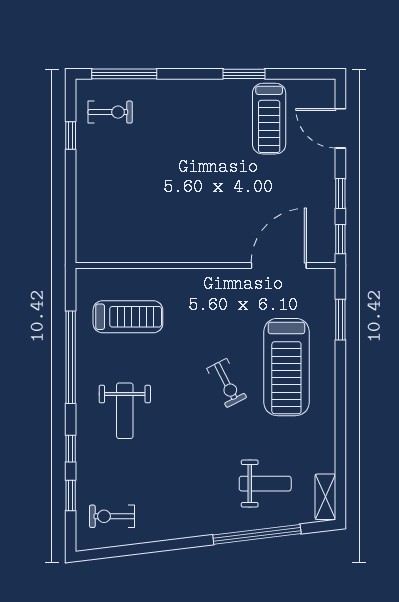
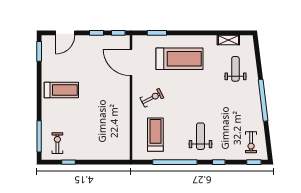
window: (244, 74) -> (39, 51), moved
treadmill: (269, 119) -> (61, 90), moved
exercise bike: (227, 383) -> (152, 98), moved
weight bench: (125, 411) -> (201, 136), turned -90
window: (71, 495) -> (254, 162), moved
shelving: (325, 497) -> (228, 40), moved
window: (257, 534) -> (263, 100), moved

